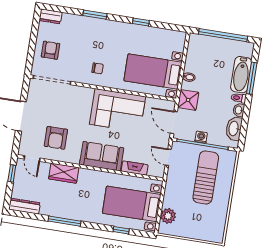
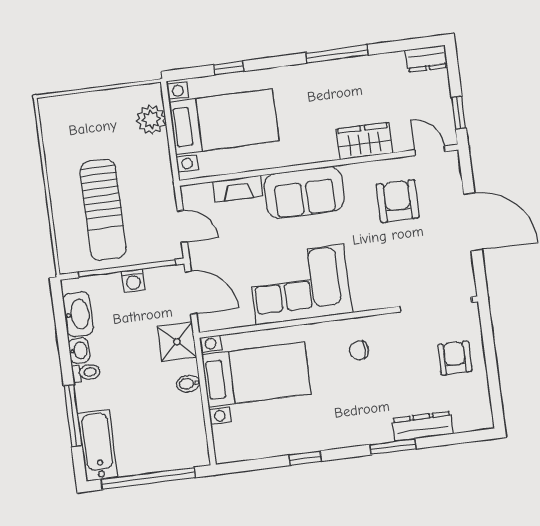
dresser: (51, 16) -> (423, 426), moved, width x1.44
armchair: (51, 50) -> (455, 358), turned 180
bathtub: (241, 75) -> (98, 445), moved
dresser: (25, 206) -> (427, 59), width x0.70

